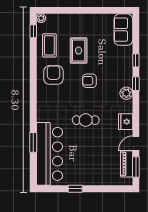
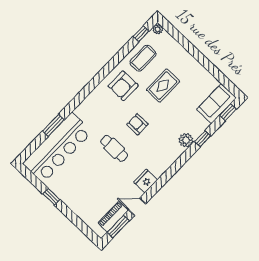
armchair: (53, 75) -> (123, 86), turned 180
armchair: (89, 81) -> (137, 124), moved
window: (136, 84) -> (228, 112), moved
plant: (126, 93) -> (186, 140), moved

